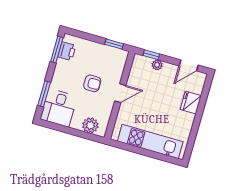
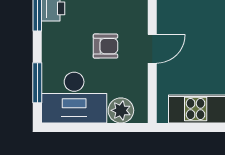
desk: (59, 108) -> (74, 98), width x1.37

